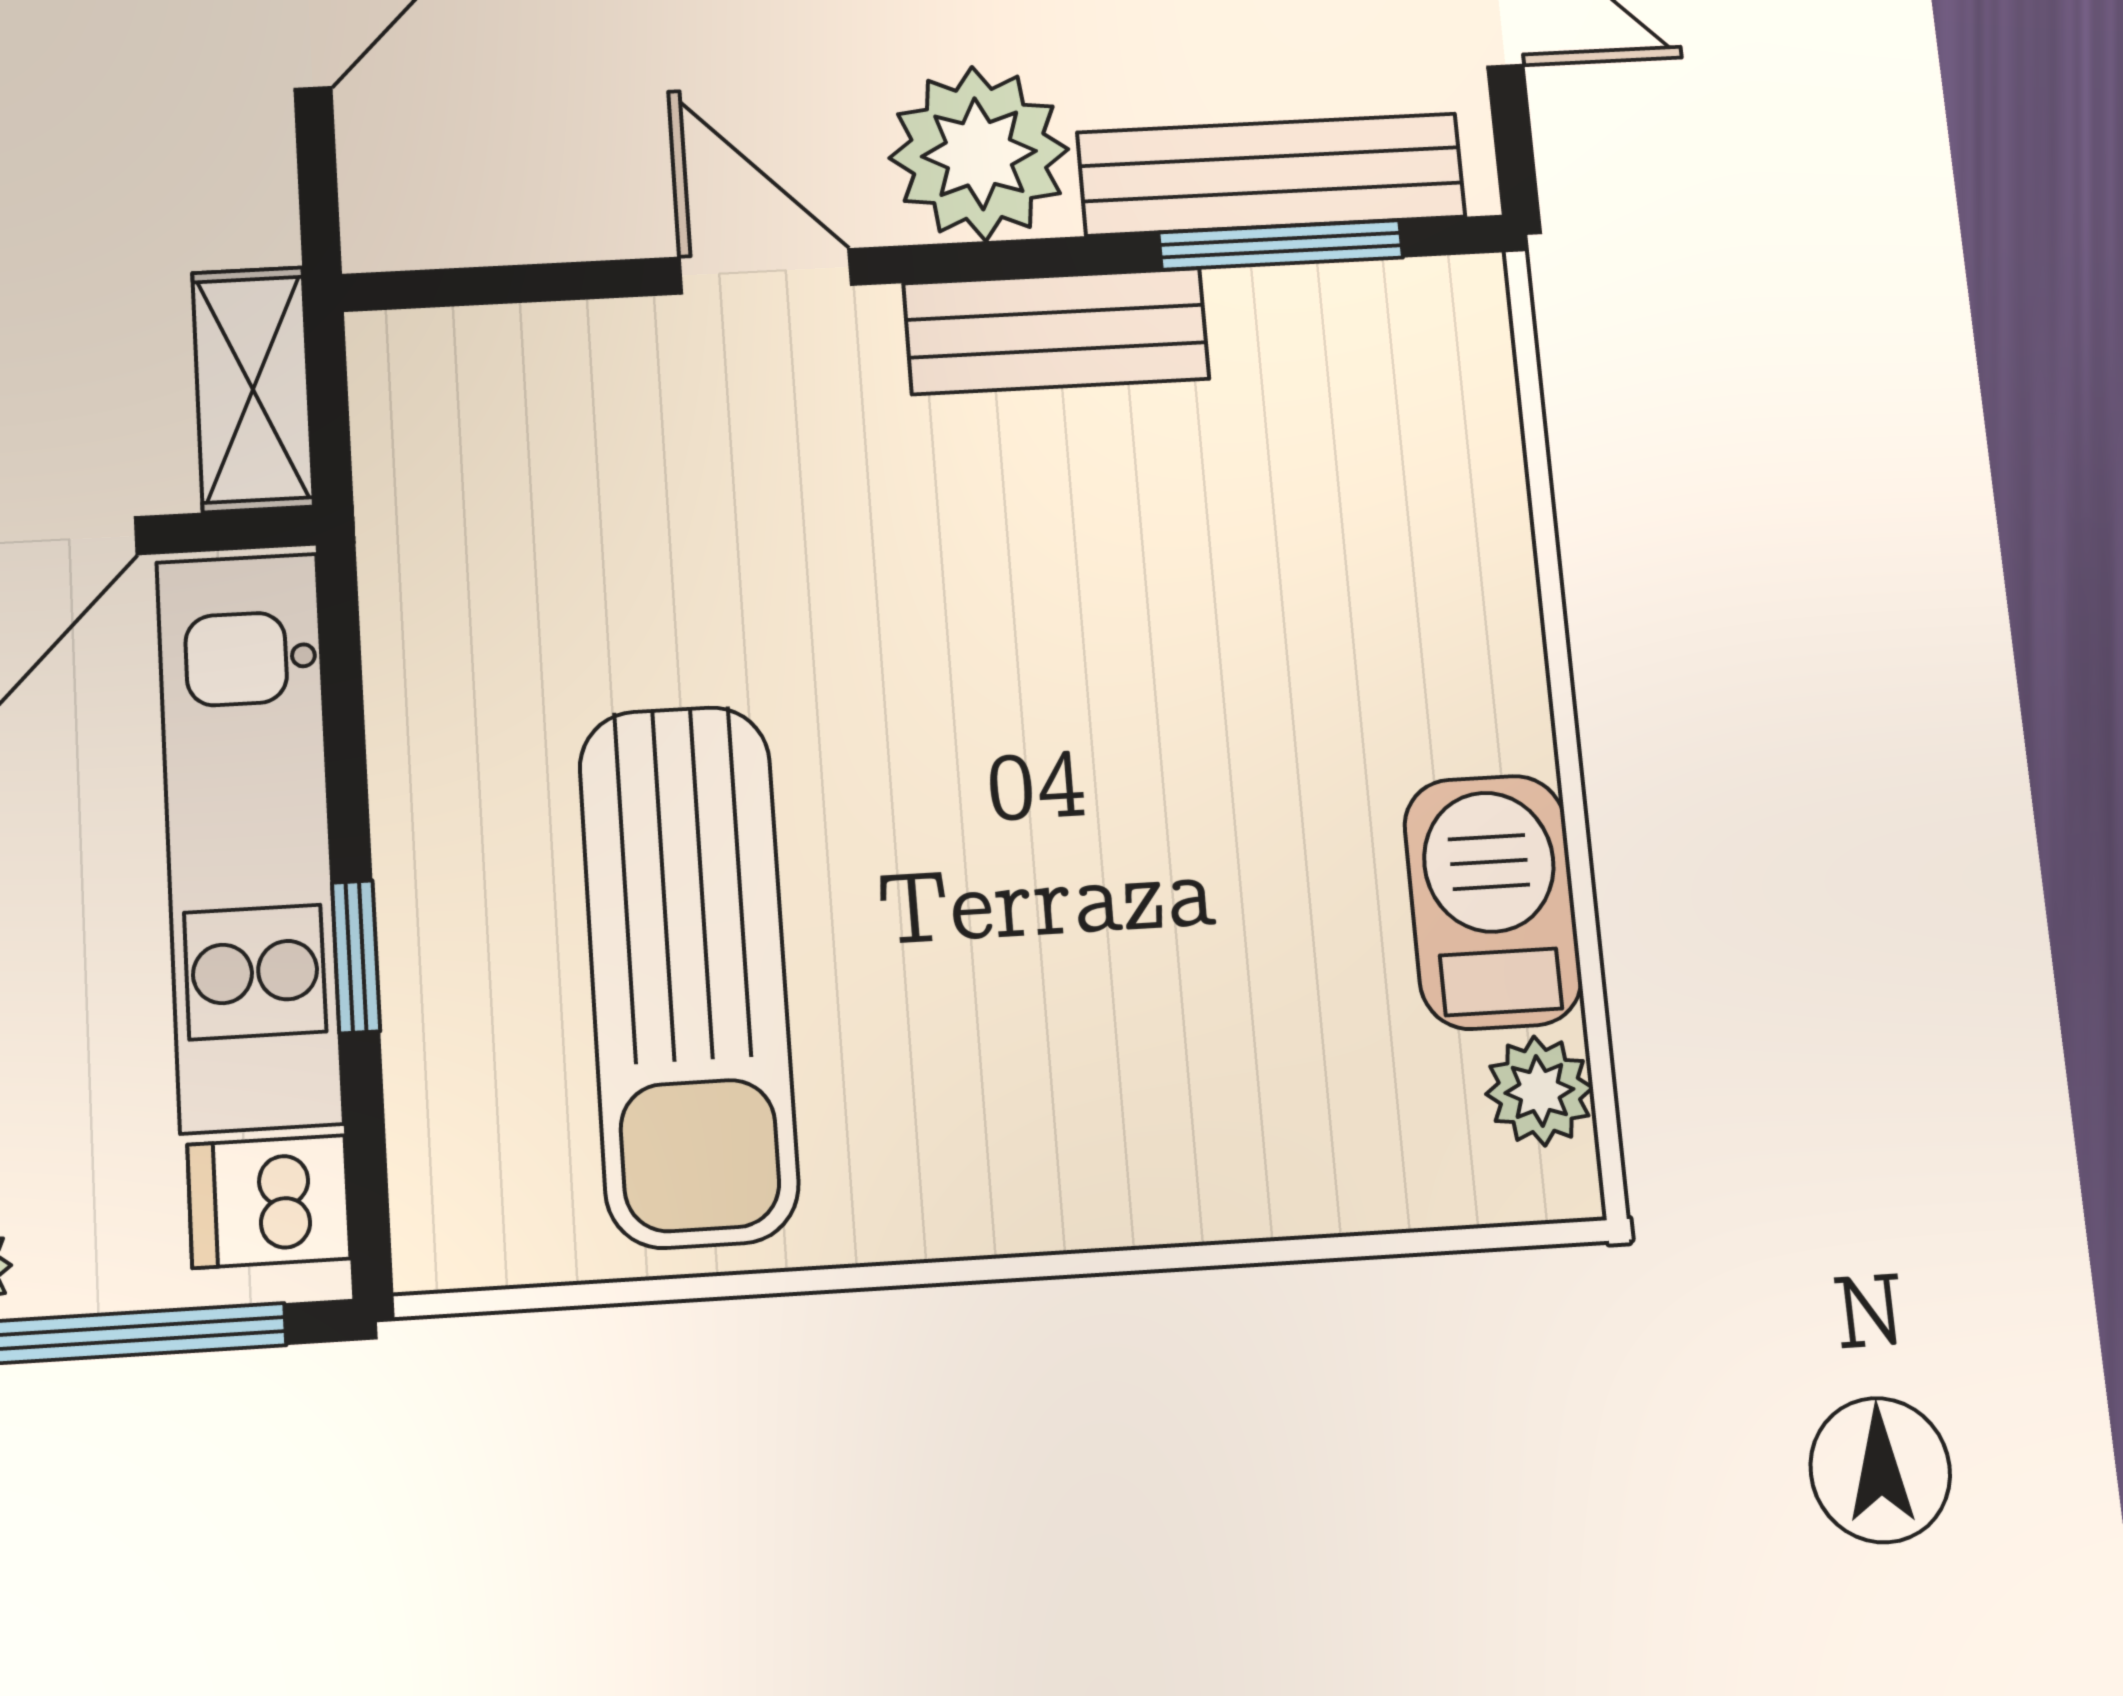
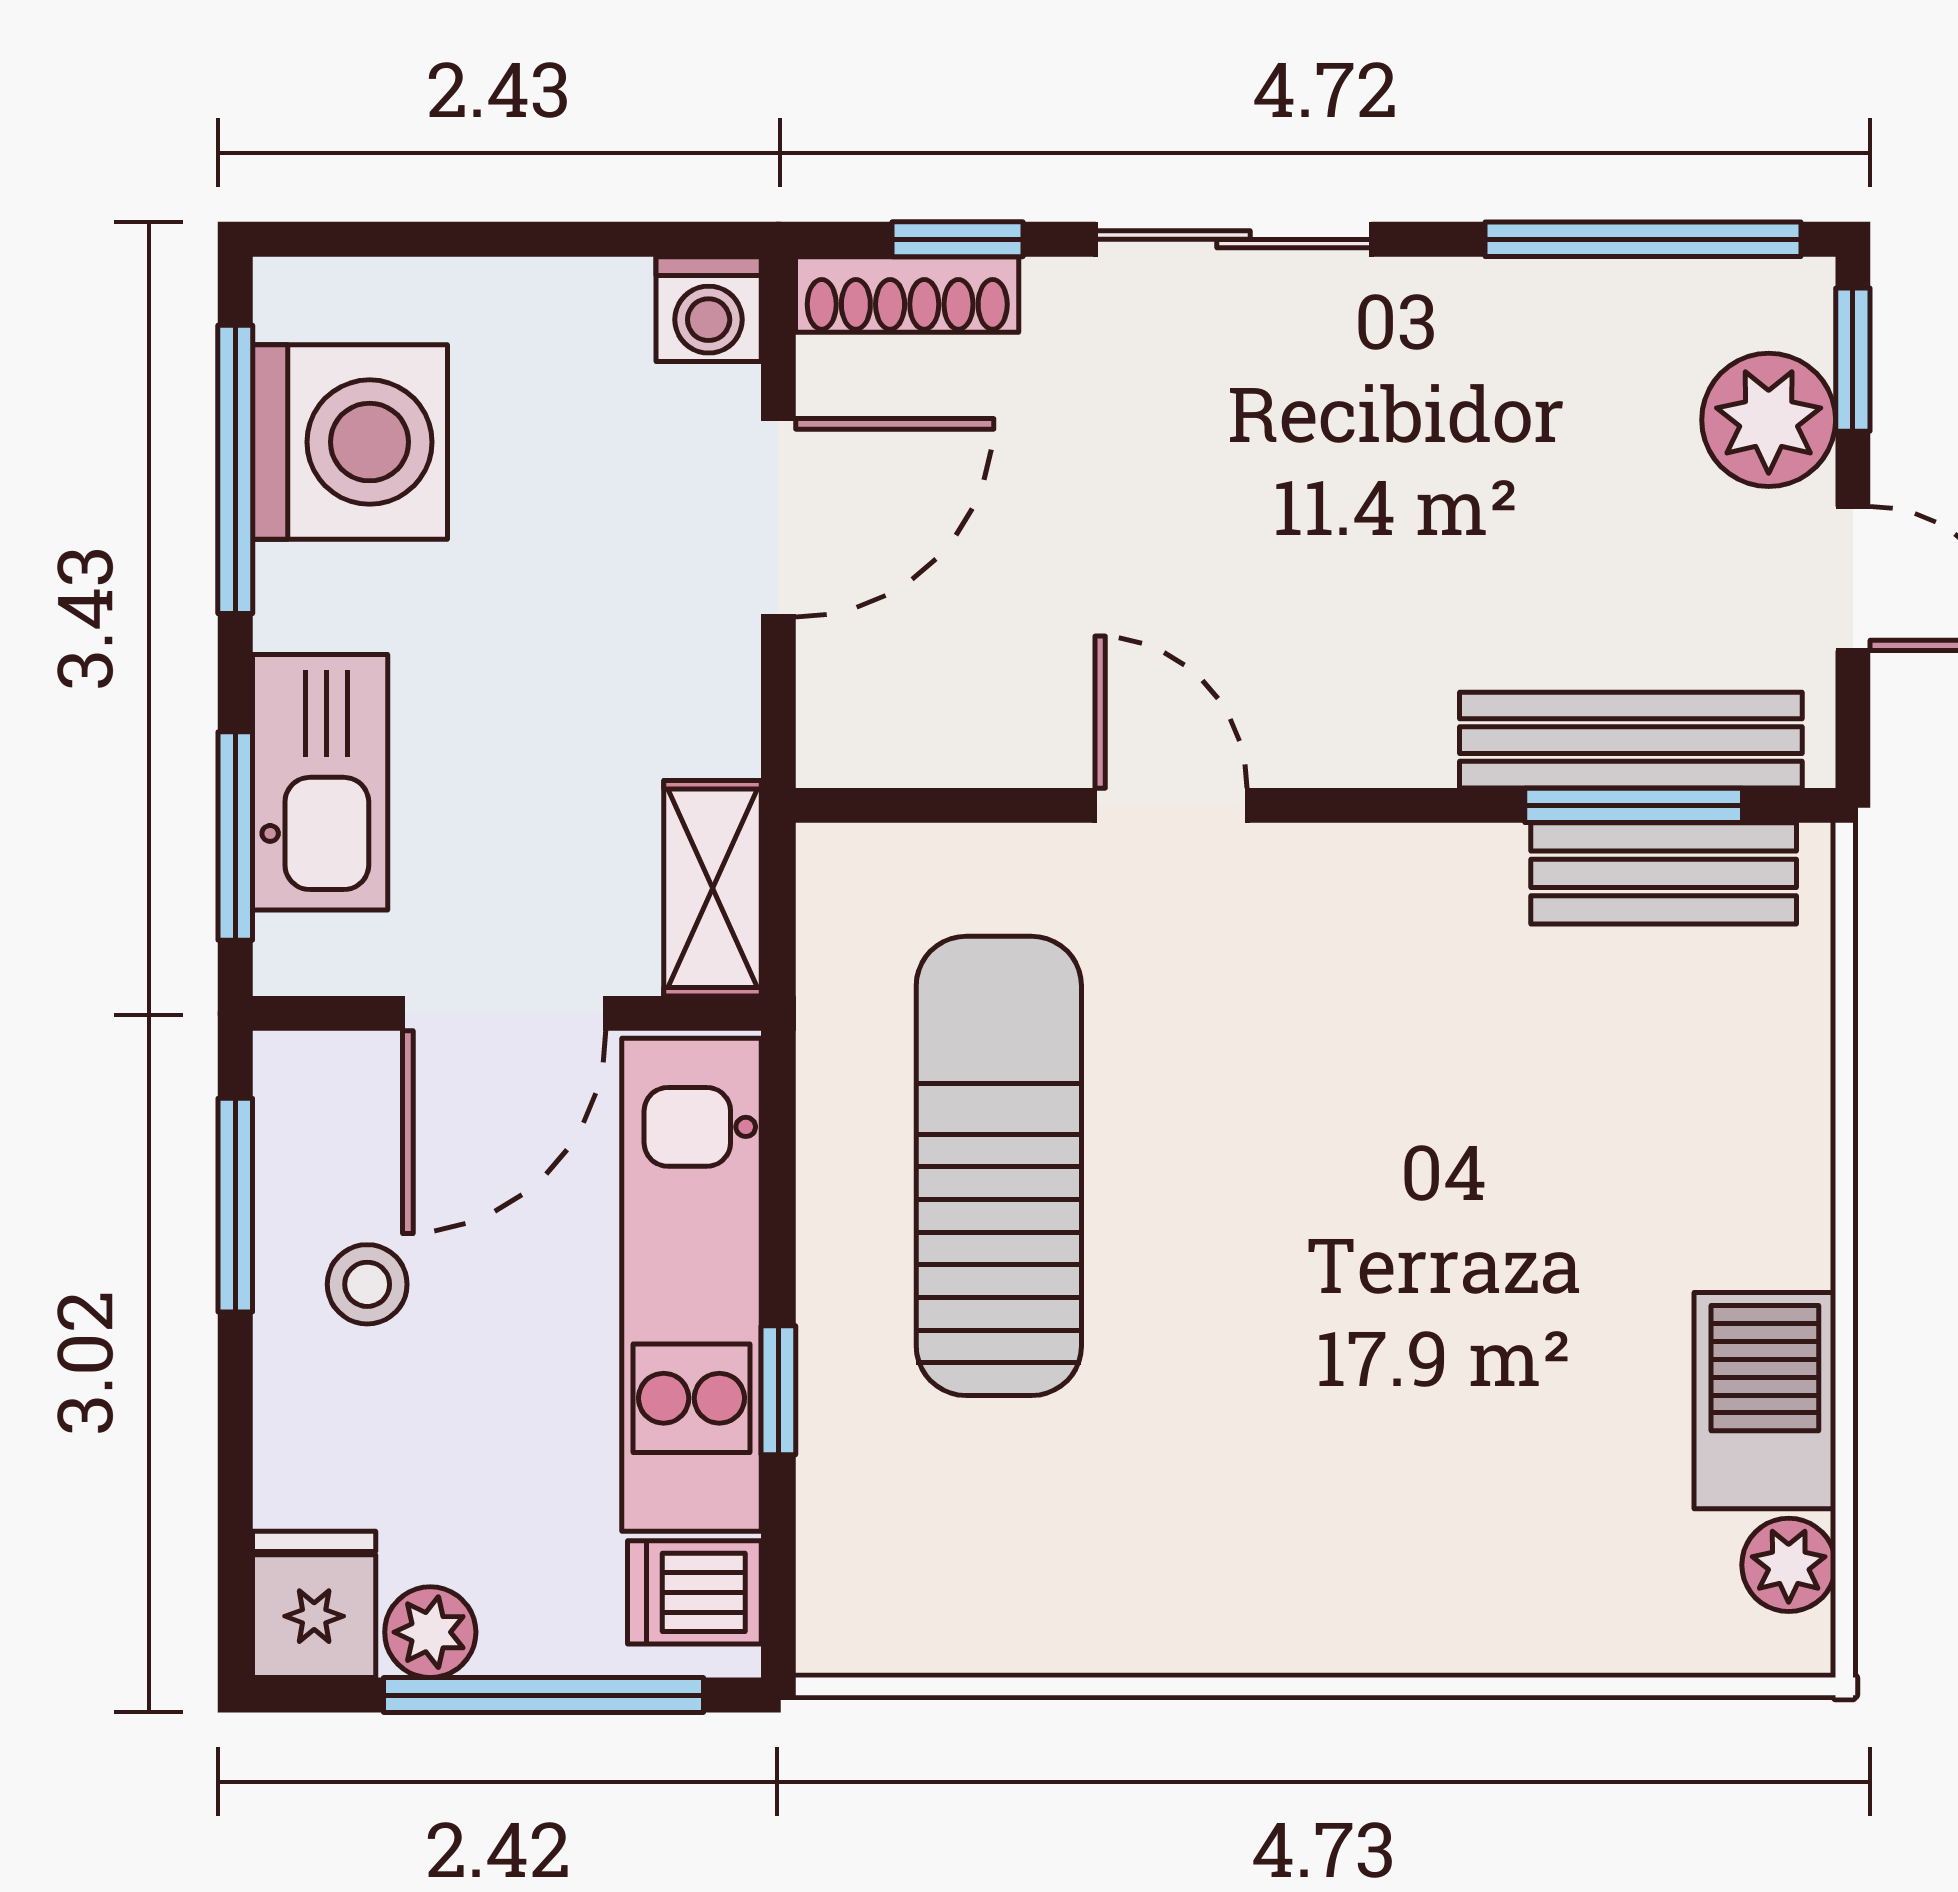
plant: (979, 154) -> (1370, 707), removed
bench: (1056, 331) -> (1664, 873), moved
sun lounger: (688, 975) -> (999, 1166), moved, turned 180

